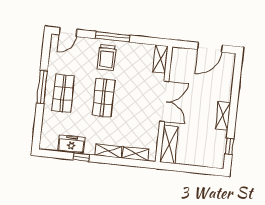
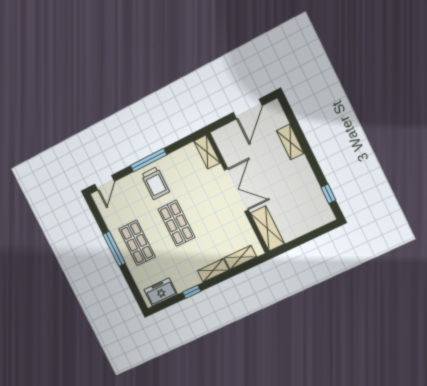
shelving: (223, 116) -> (290, 142), moved
freezer: (71, 144) -> (161, 292), moved

